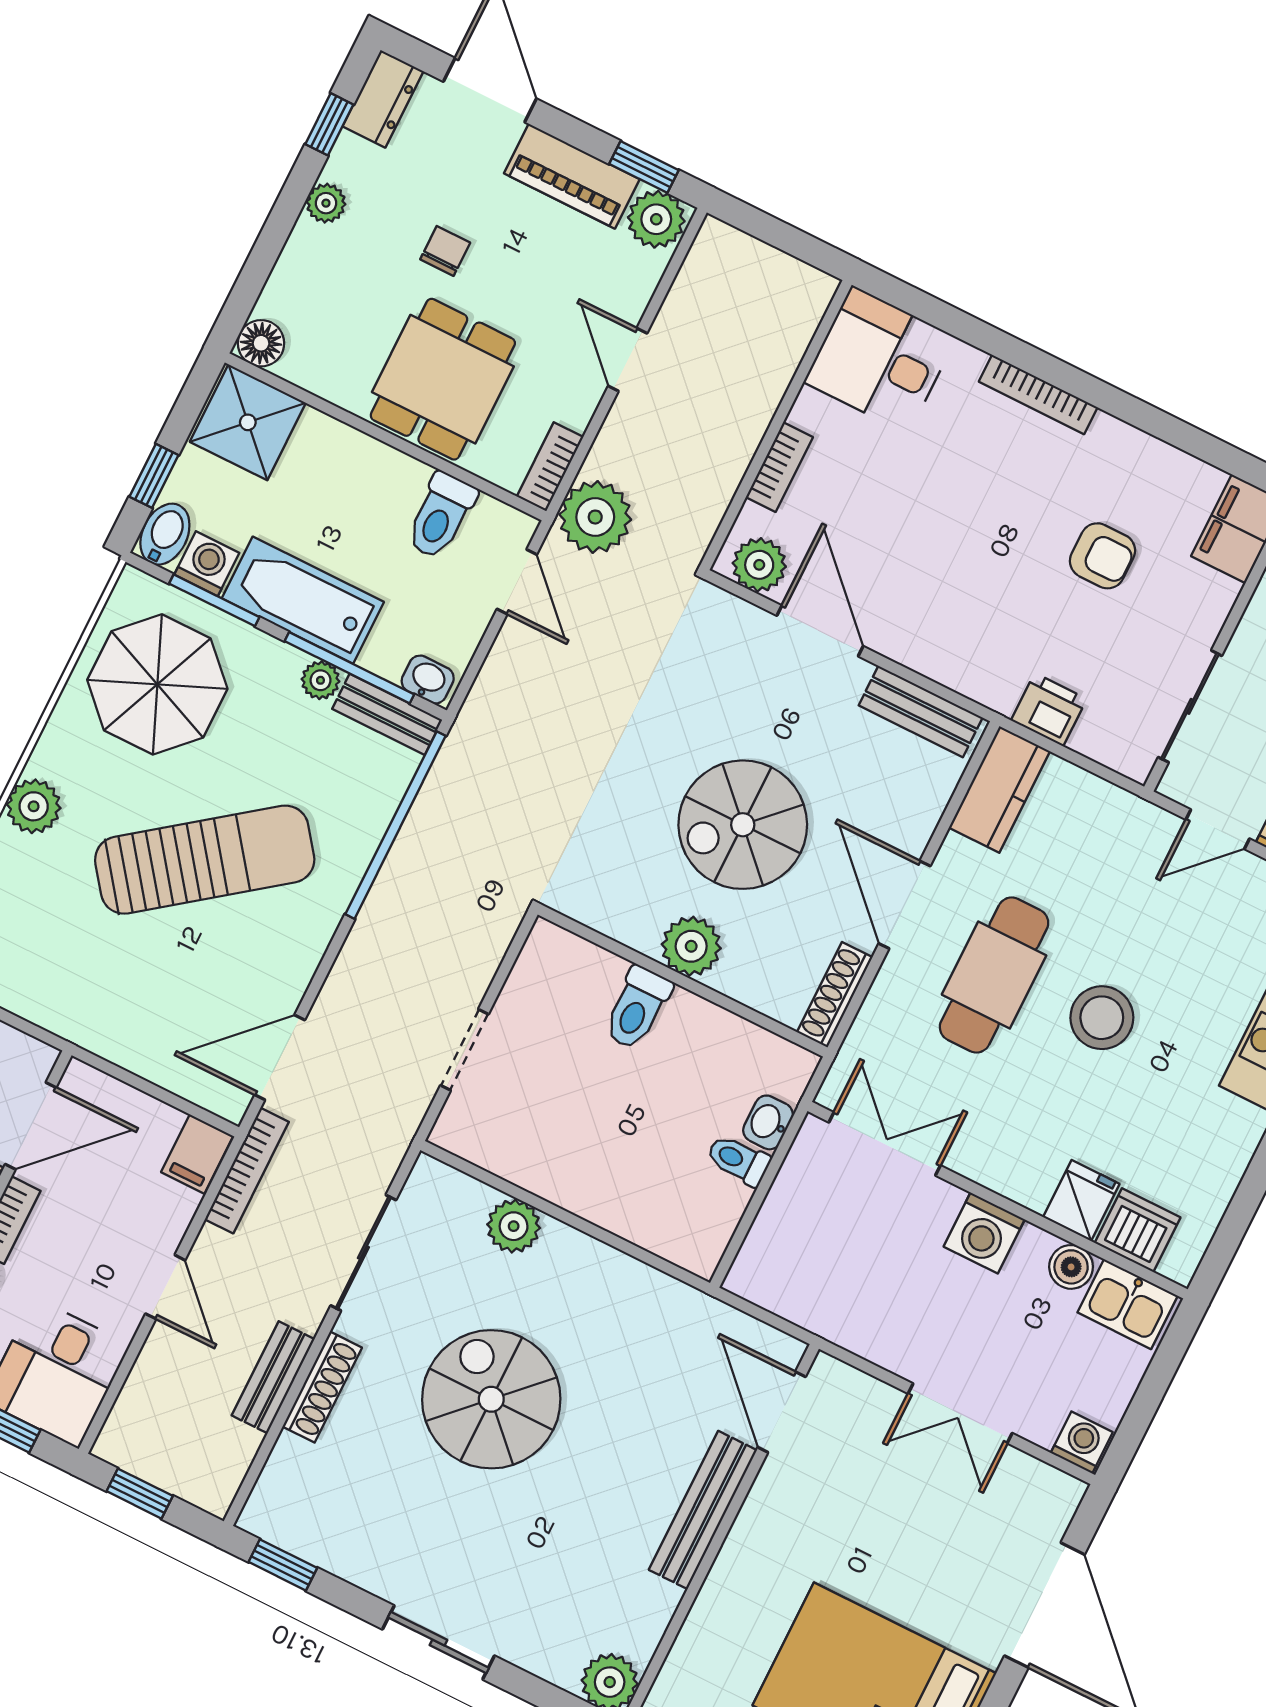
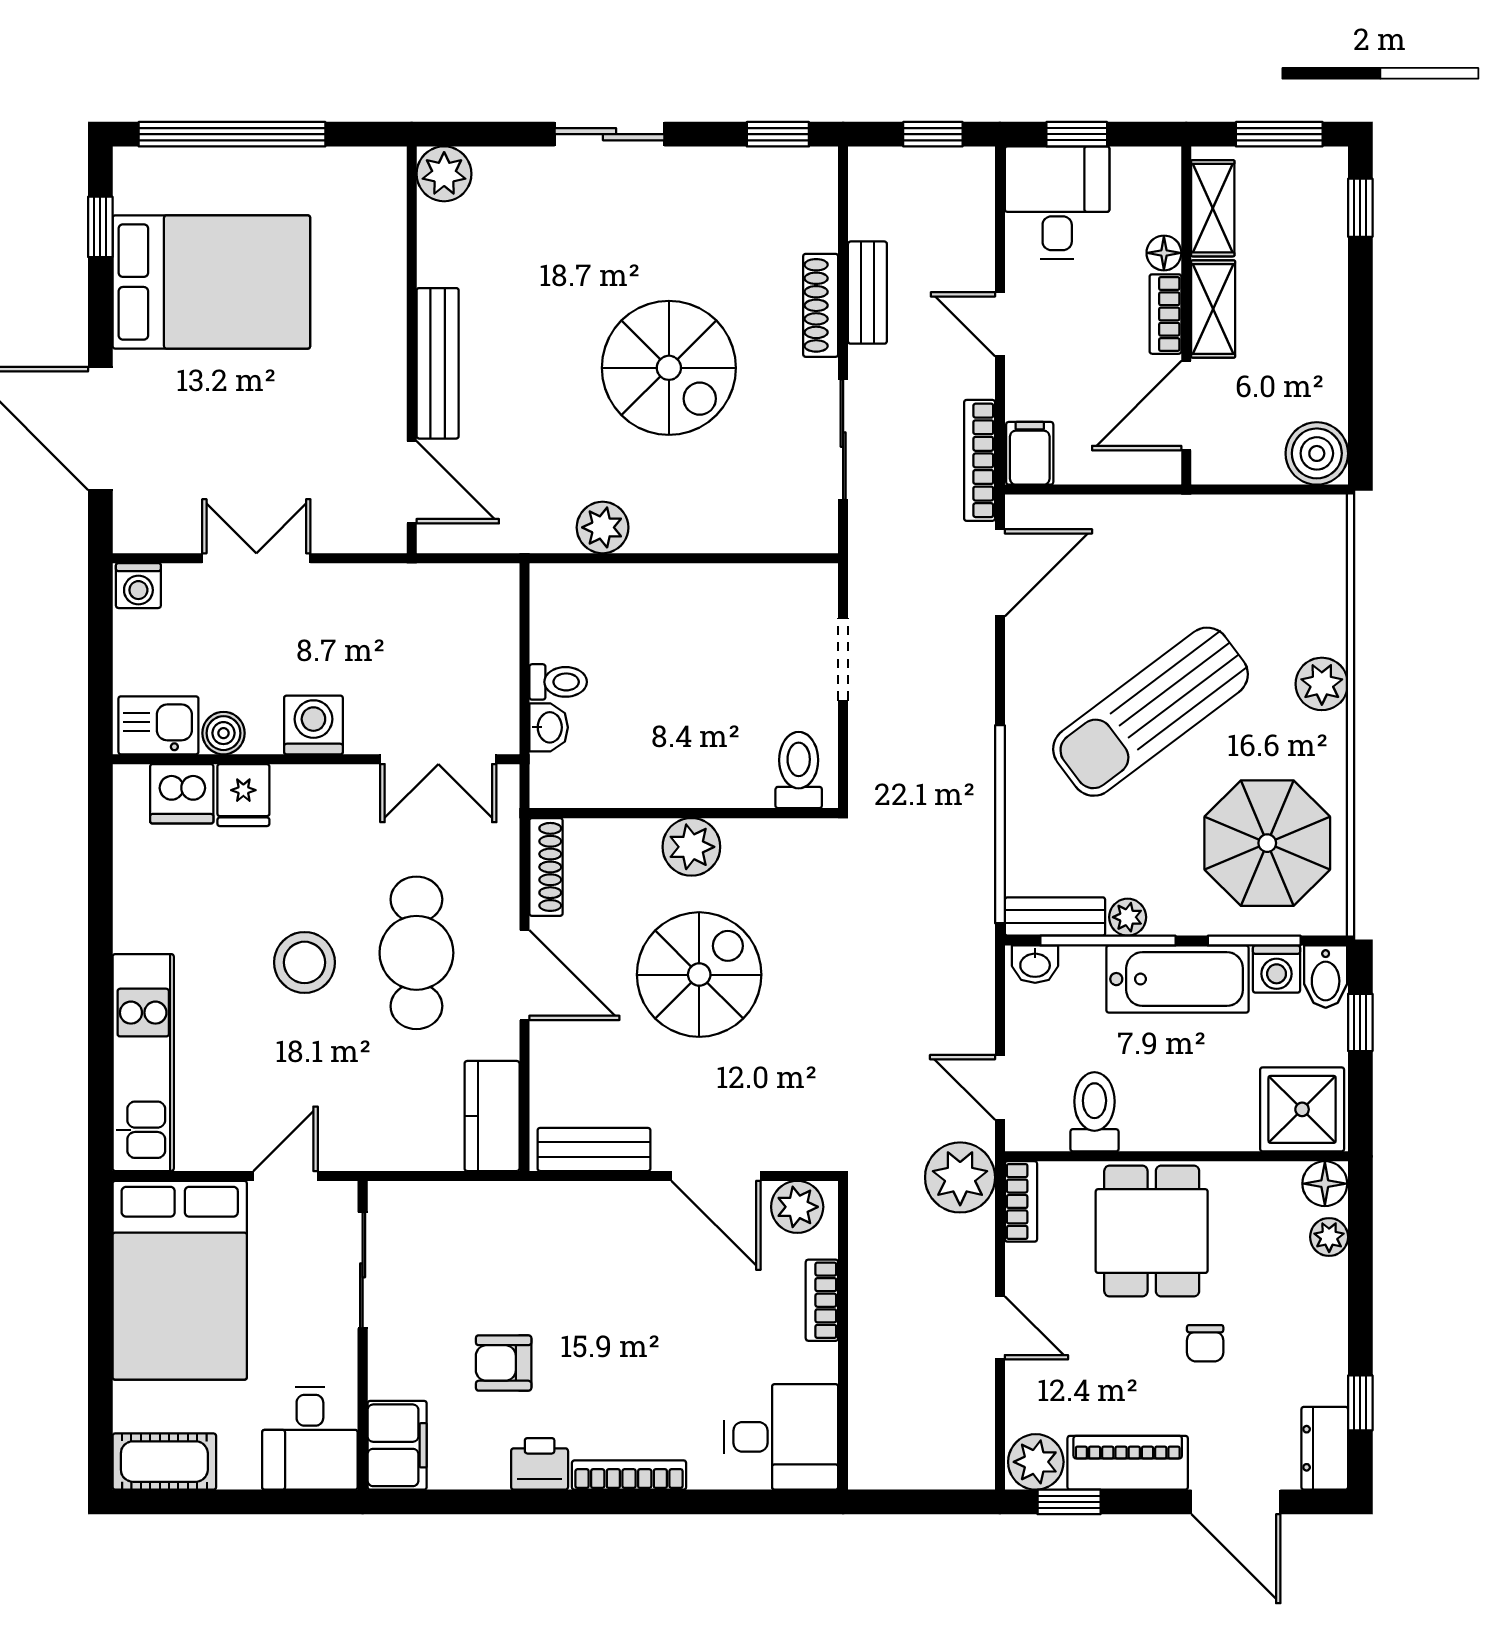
plant: (326, 203) -> (1329, 1237), moved
printer: (1049, 710) -> (540, 1464), moved, turned 180
toilet: (637, 1008) -> (799, 770), moved
plant: (514, 1226) -> (603, 527), moved

